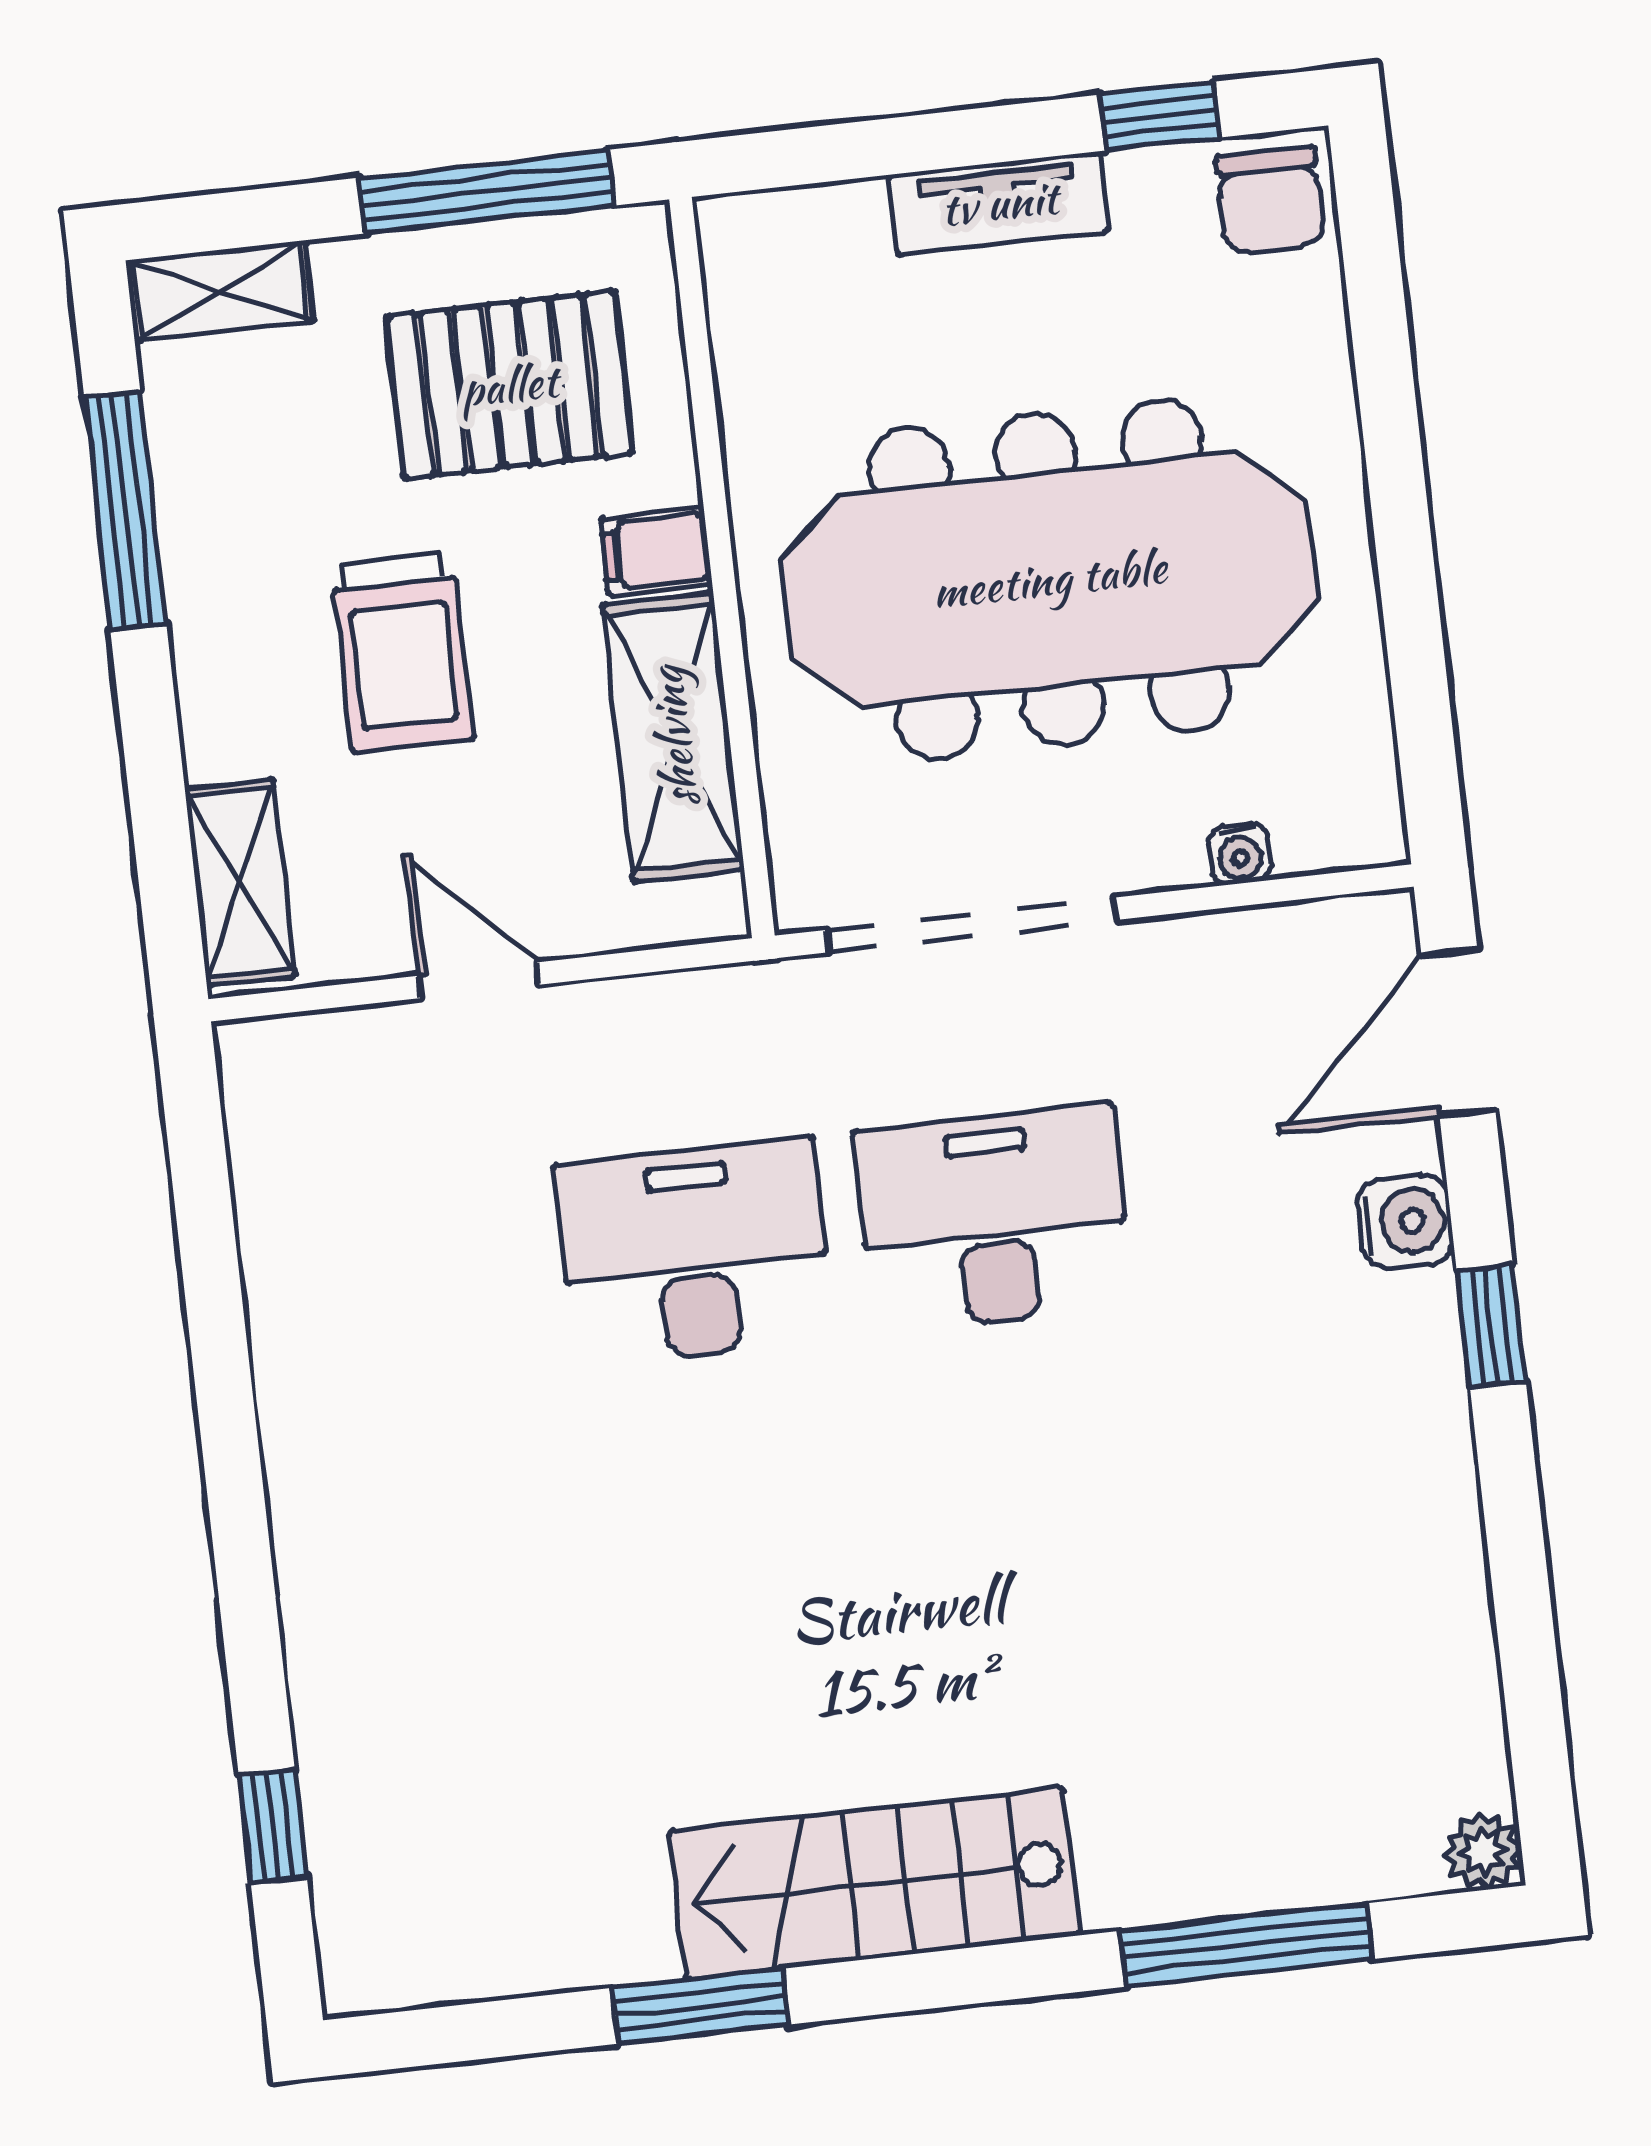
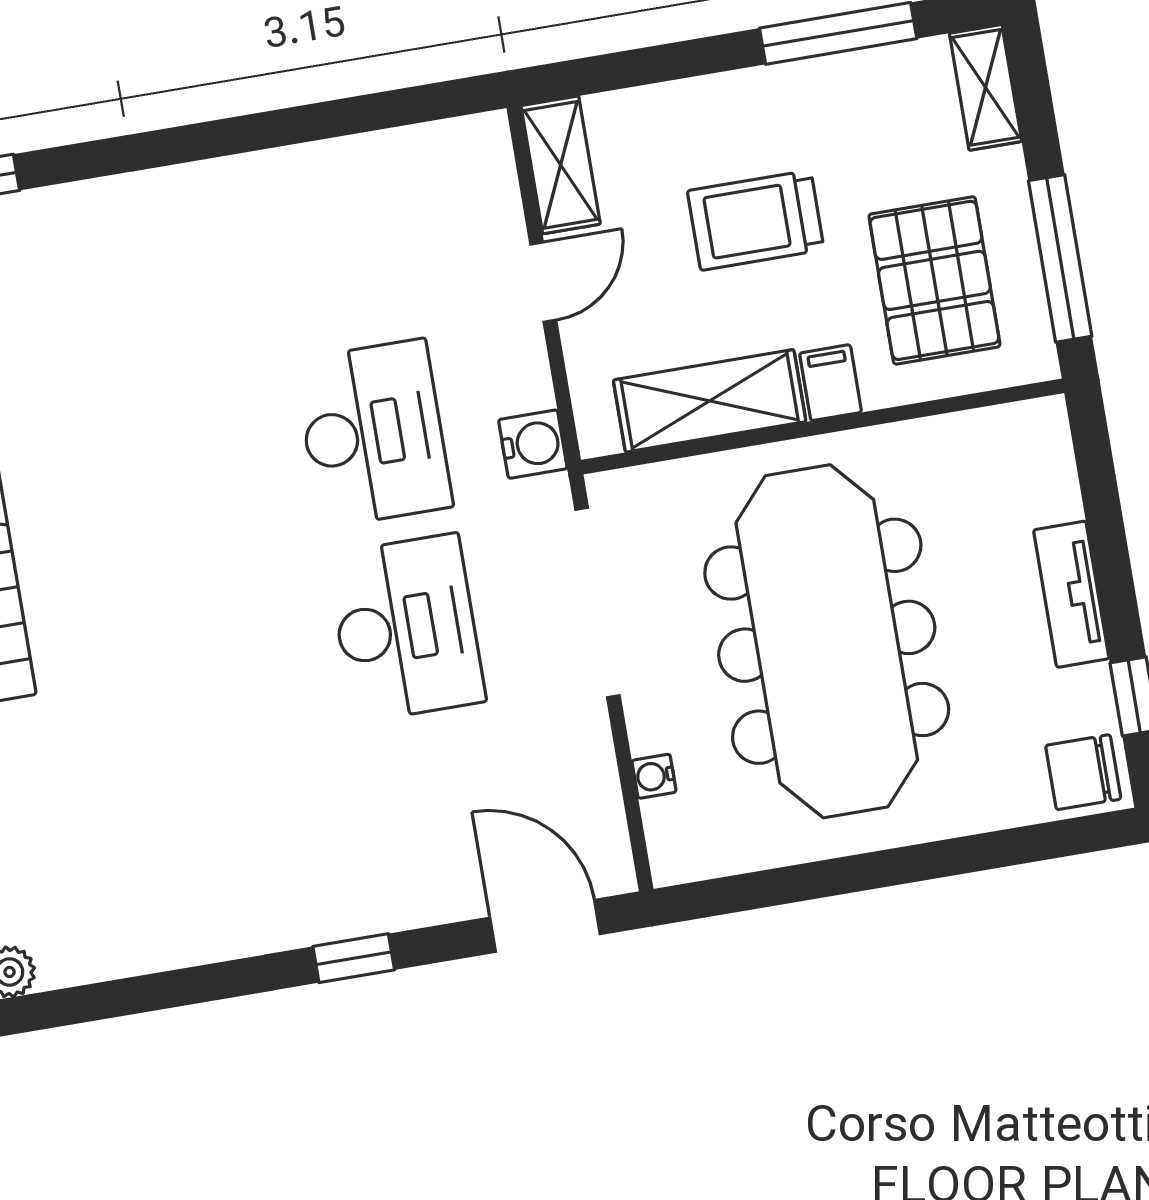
shelving: (240, 883) -> (561, 165), moved, turned 90
water cooler: (1405, 1222) -> (533, 444), moved, turned -90

